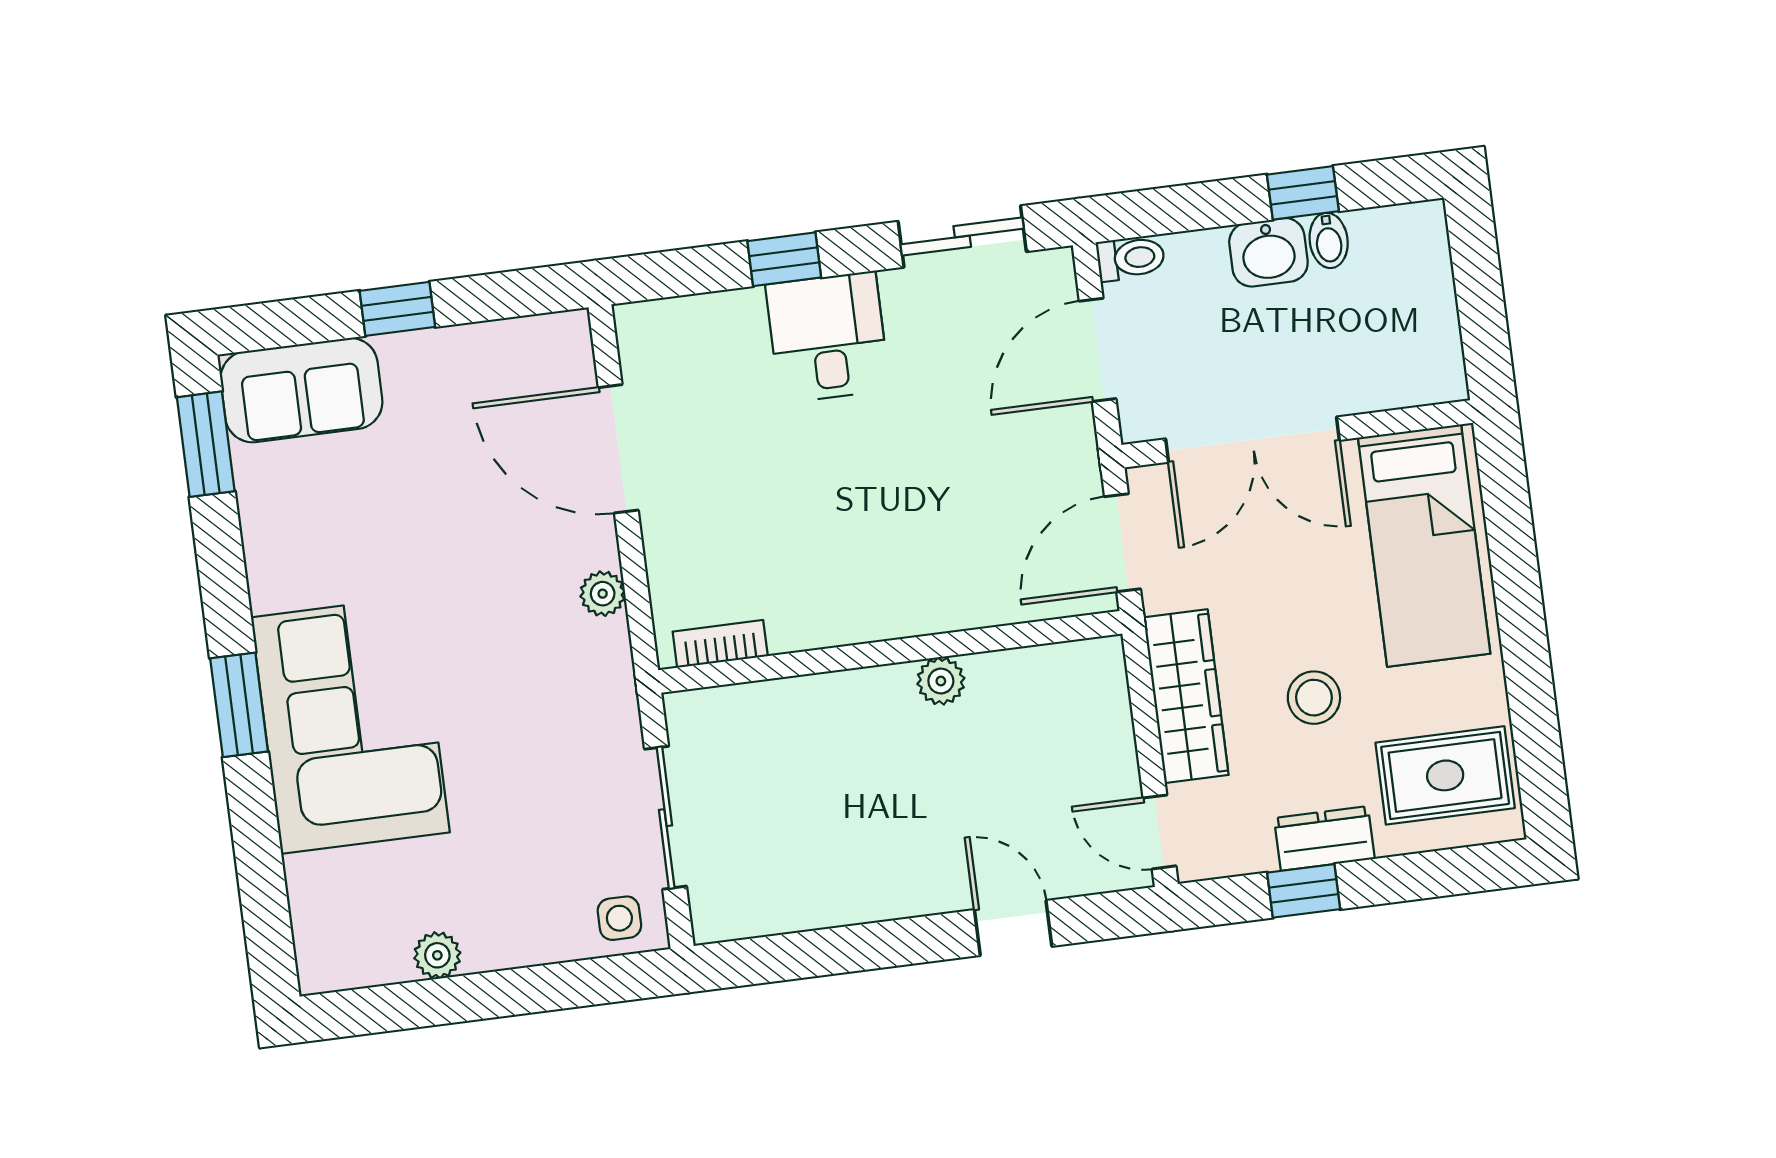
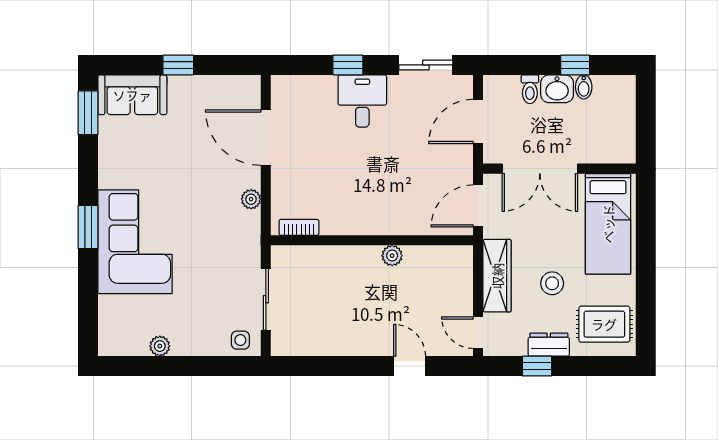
toilet: (1131, 258) -> (530, 89), moved, turned 90

